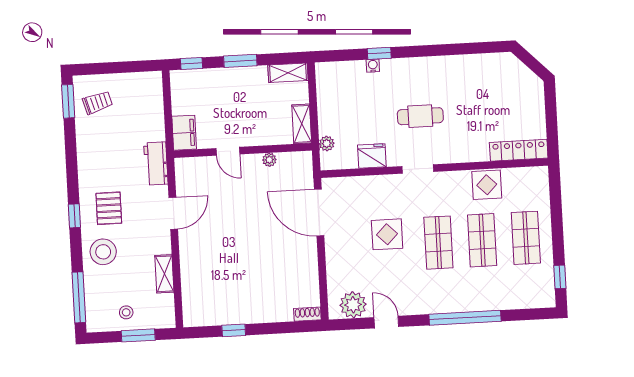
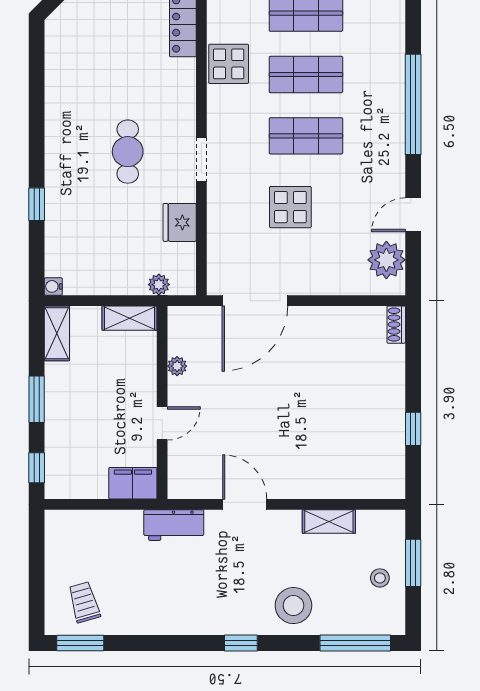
water cooler: (373, 66) -> (53, 286), moved
pallet: (109, 208) -> (233, 594), removed

